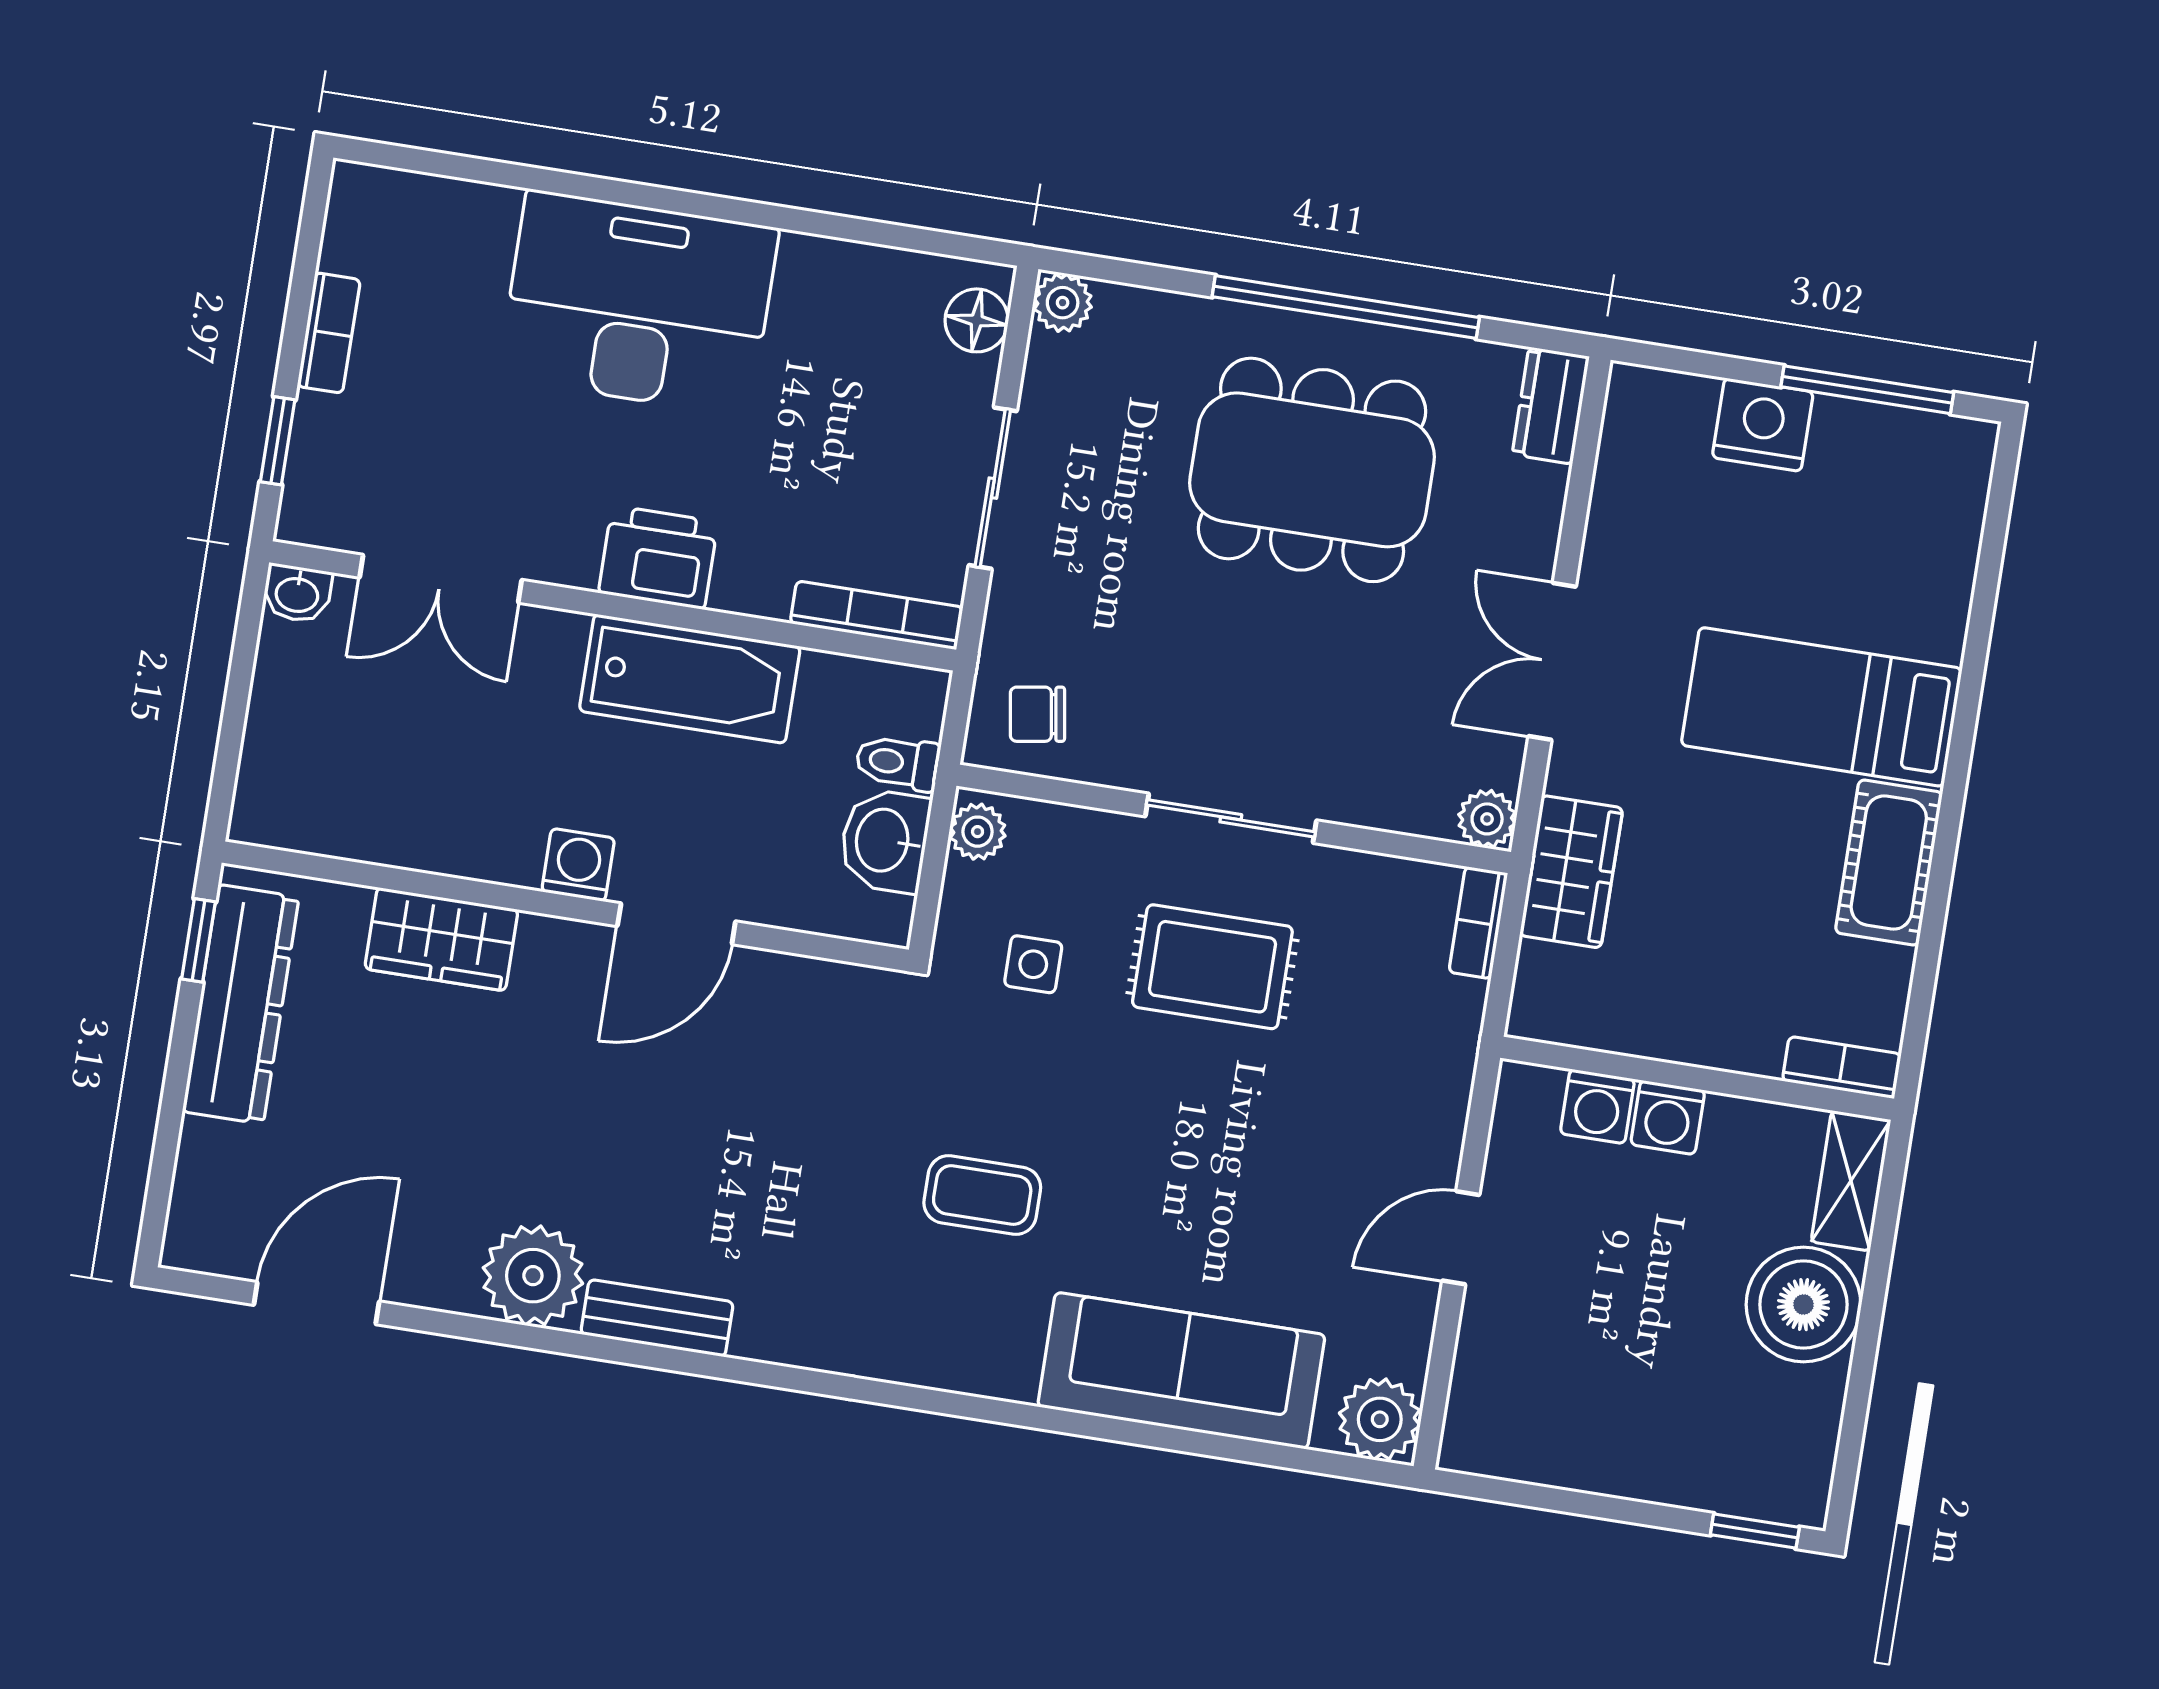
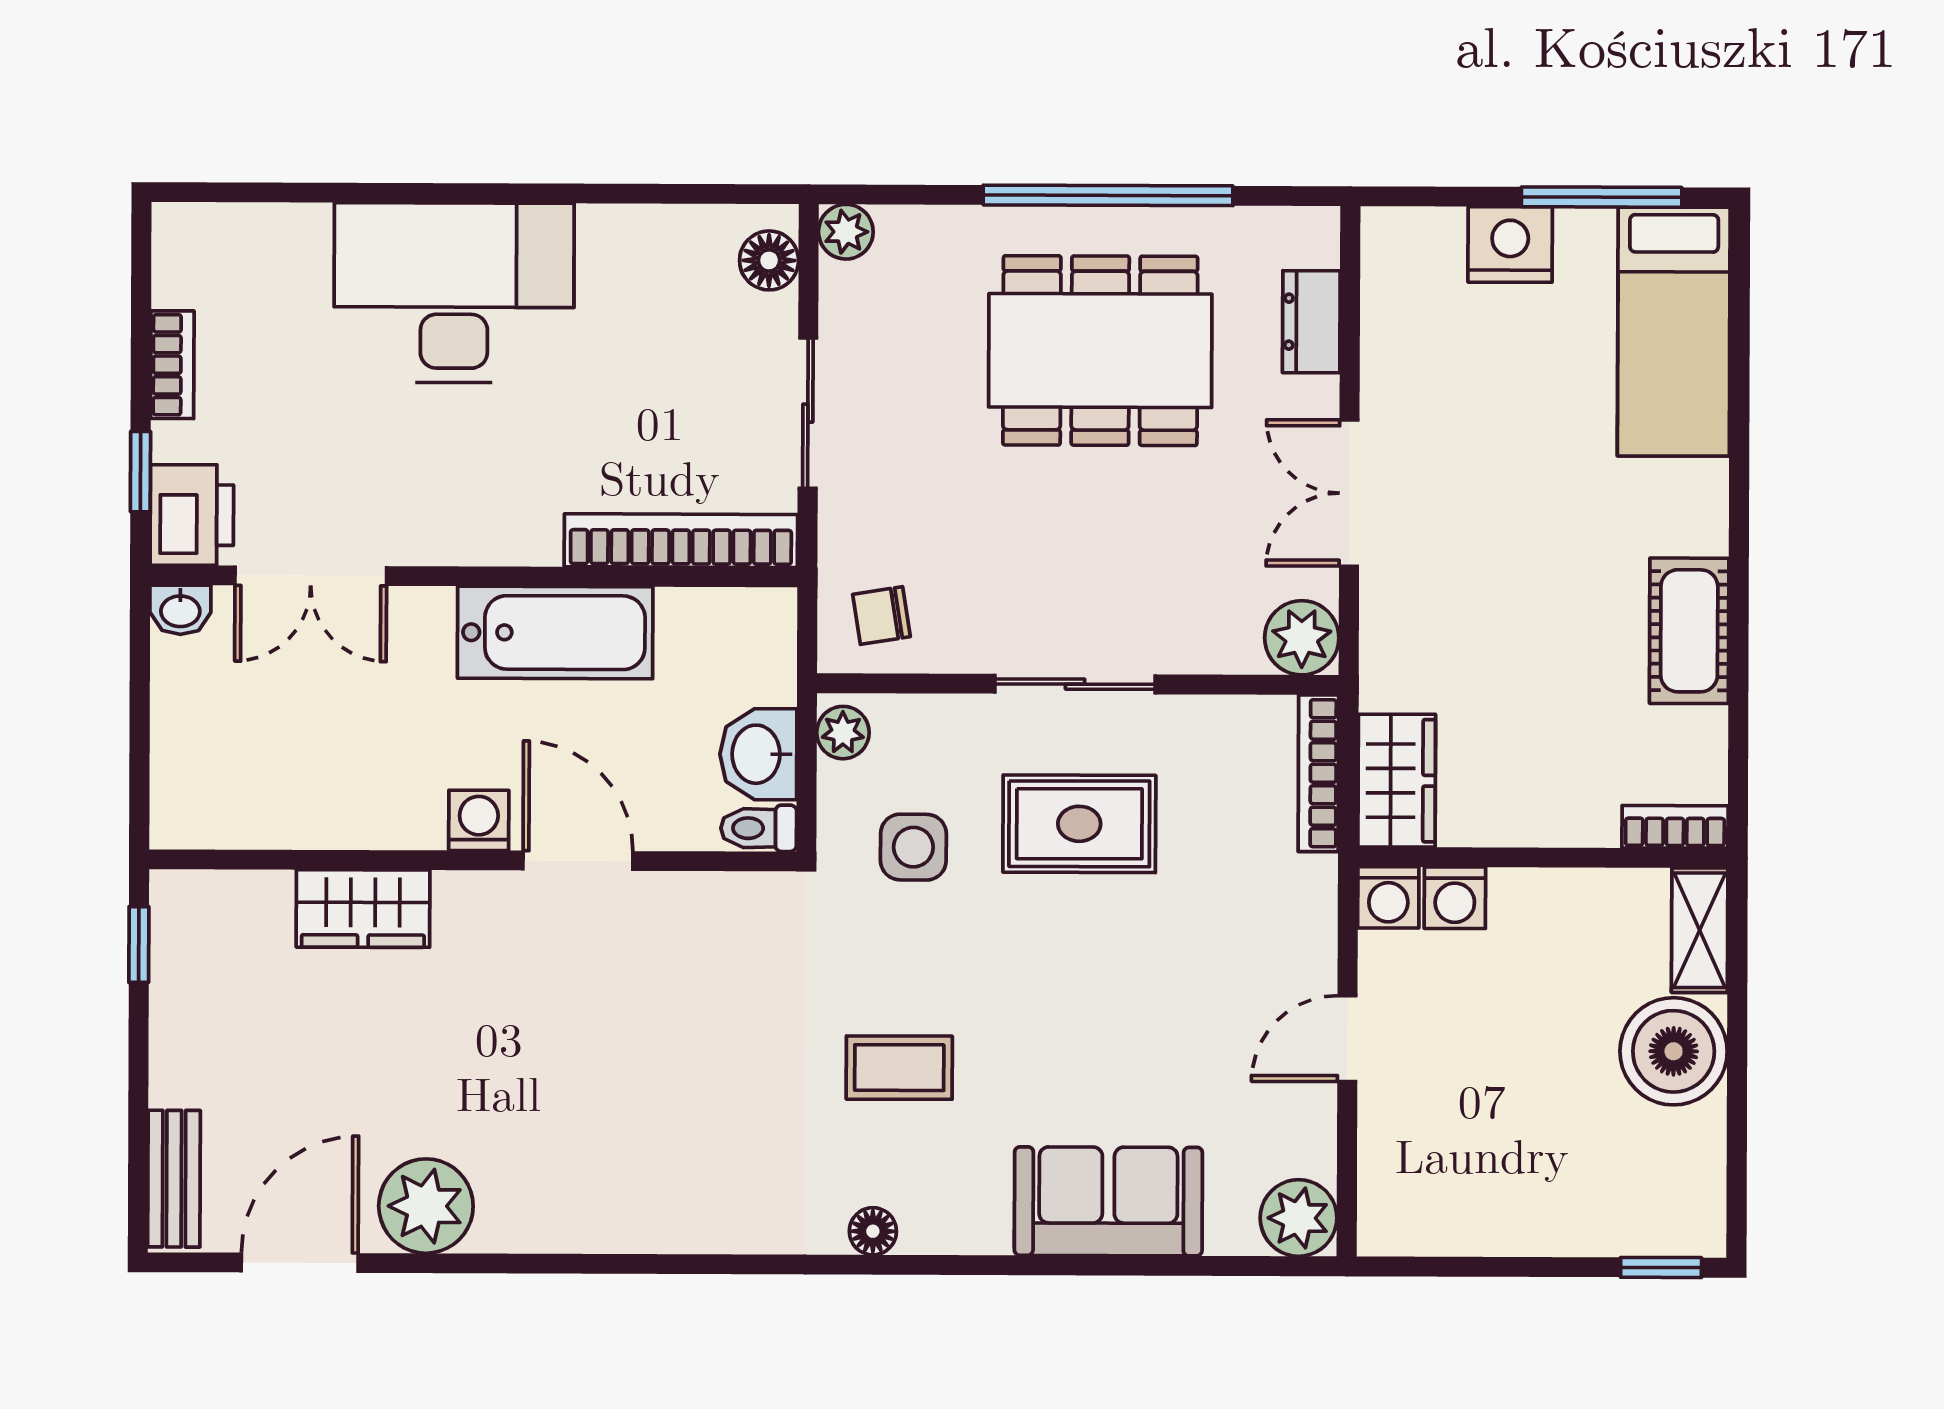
dresser: (1551, 406) -> (1311, 322), moved
printer: (658, 557) -> (192, 515), moved, turned 90
bookcase: (877, 615) -> (681, 541), width x1.48, depth x1.31
bed: (1822, 707) -> (1674, 332), moved, turned -90
toilet: (898, 762) -> (759, 828), moved
plant: (1487, 819) -> (1302, 638), width x1.38, depth x1.38
wardrobe: (1571, 872) -> (1397, 781), moved
bookcase: (1478, 923) -> (1318, 773), width x1.56
door: (676, 924) -> (578, 861), swing flipped
side table: (1033, 964) -> (913, 847), width x1.37, depth x1.37
dresser: (241, 1004) -> (187, 997), removed
washing machine: (1668, 1117) -> (1388, 897), moved
plant: (533, 1276) -> (426, 1206), moved
bench: (657, 1318) -> (174, 1179), moved, turned 90
floor lamp: (928, 1364) -> (873, 1231), added
sofa: (1181, 1371) -> (1108, 1201), width x0.73

